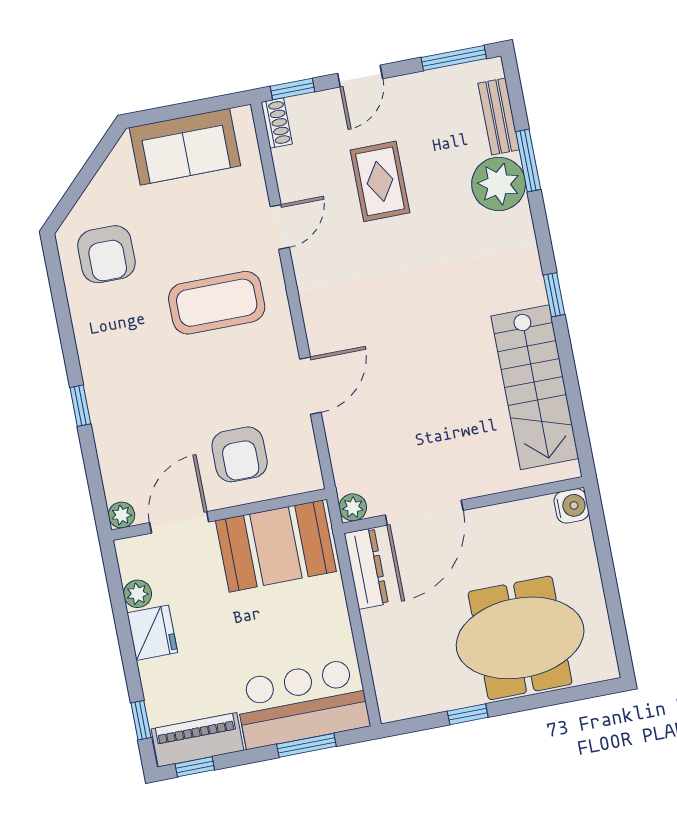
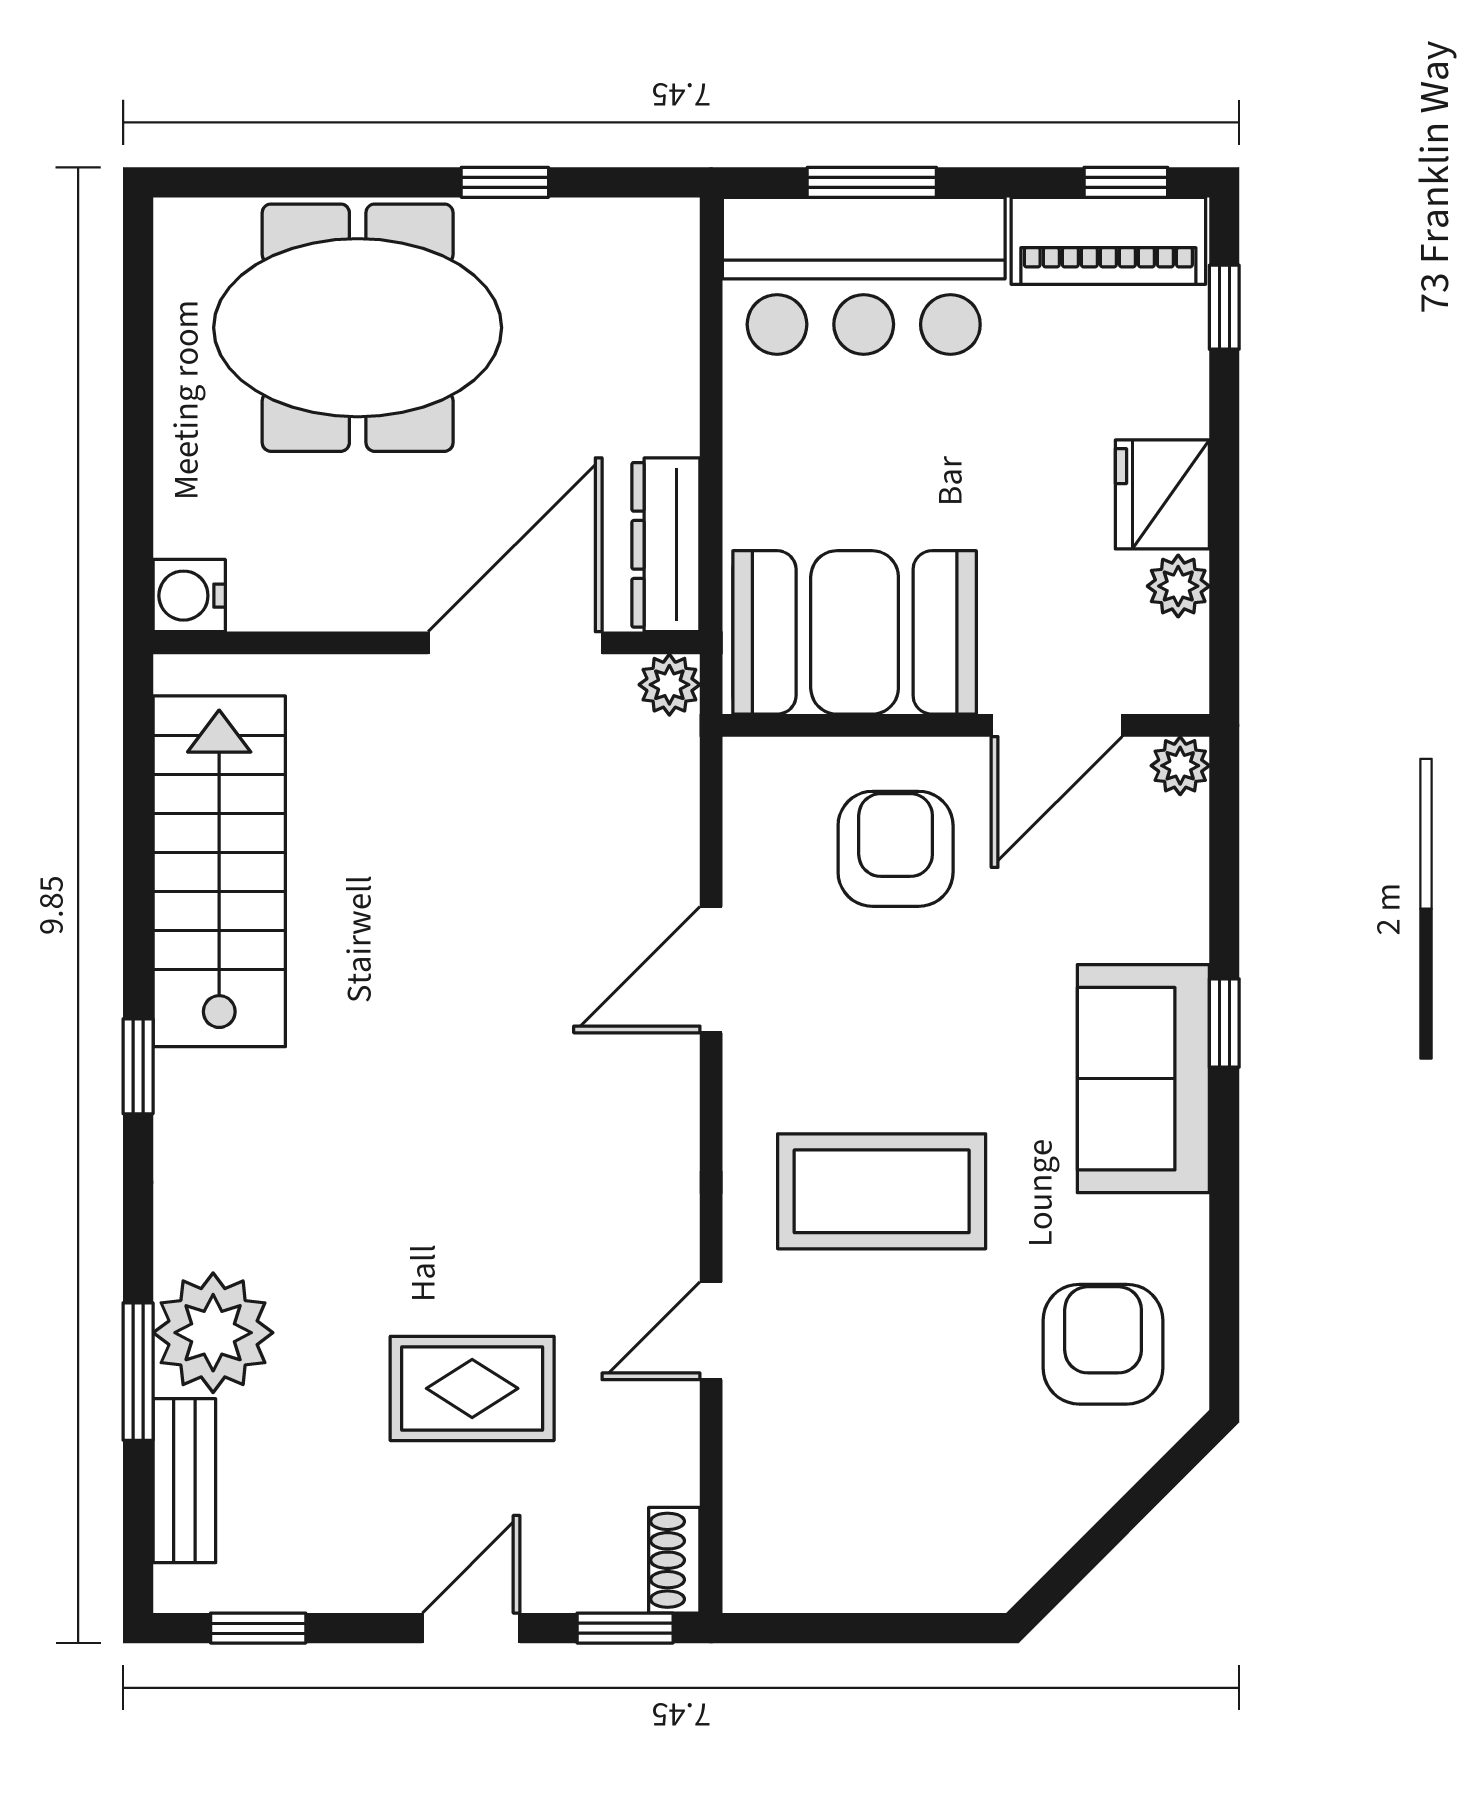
window: (454, 58) -> (258, 1628), width x0.67
sofa: (185, 147) -> (1143, 1079), moved, turned -90
rug: (380, 181) -> (472, 1388), turned 90

